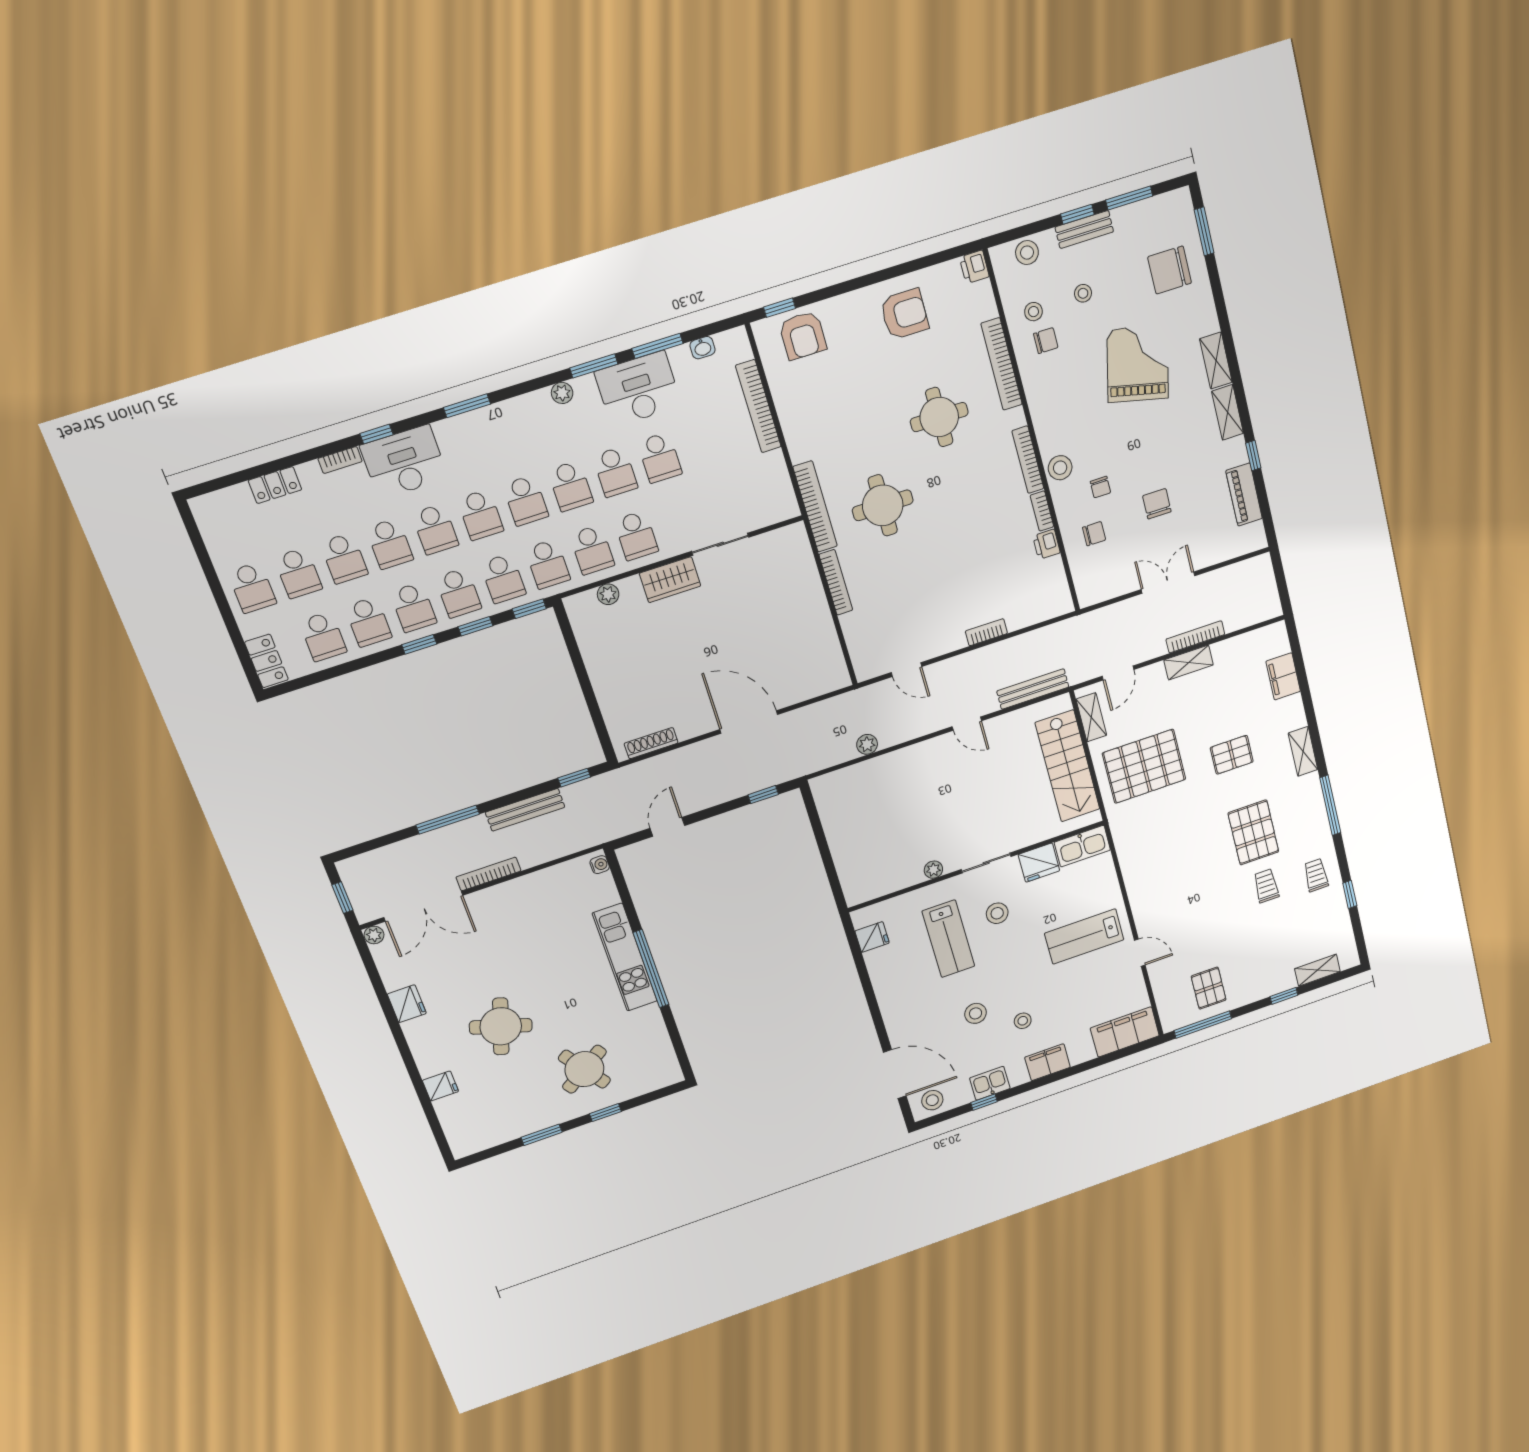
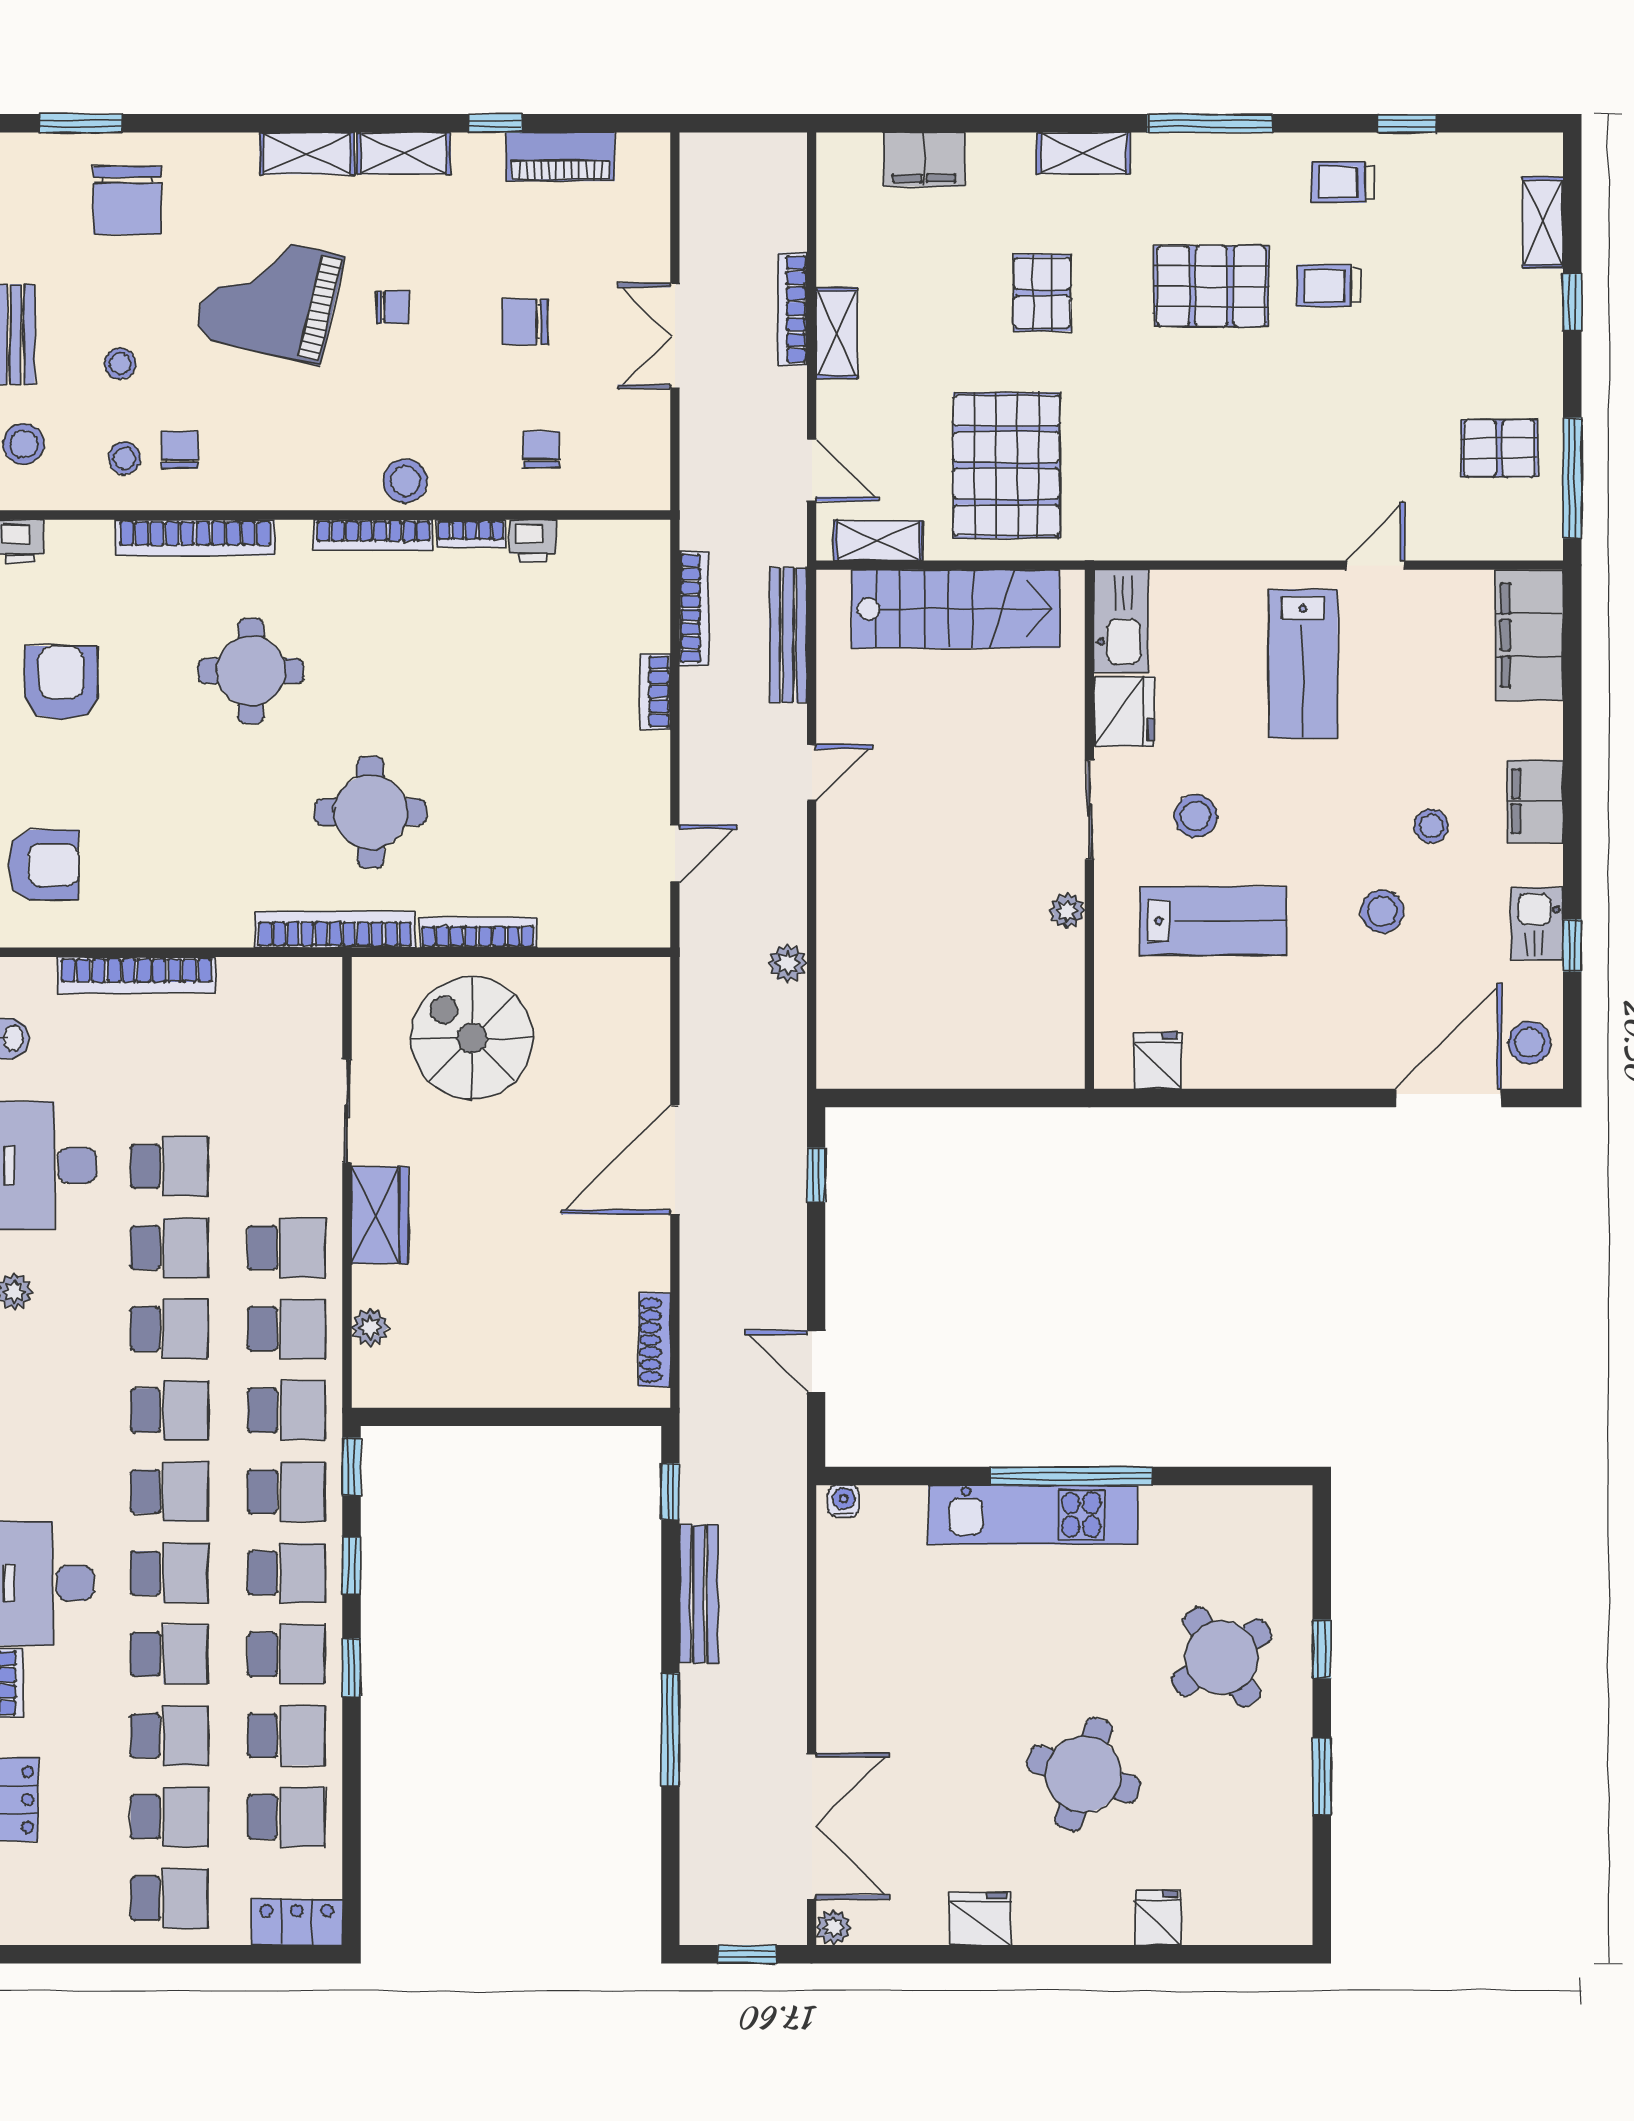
chair: (1100, 487) -> (393, 307), moved
spiral stairs: (780, 597) -> (472, 1038), added
bookcase: (488, 874) -> (694, 608), moved, turned 180

